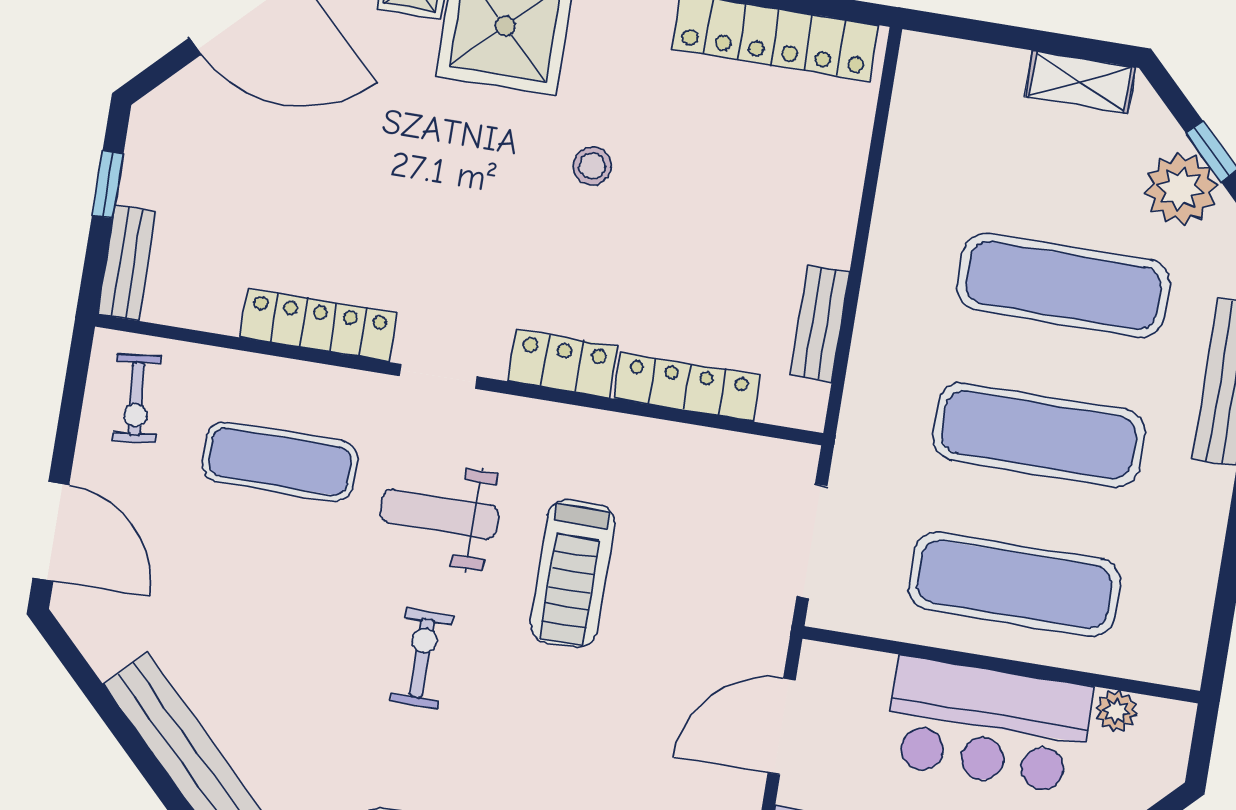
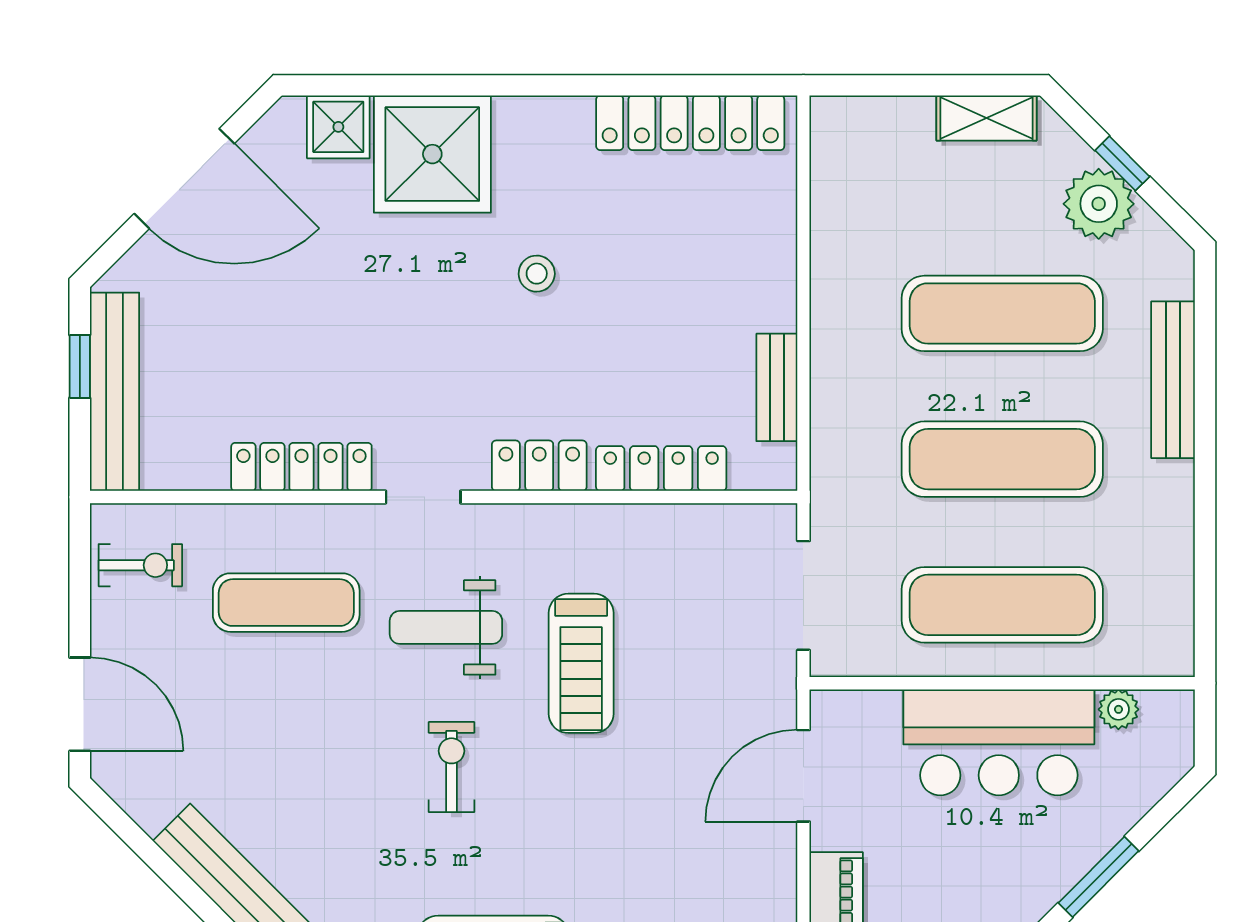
bench: (127, 263) -> (115, 392), width x1.86, depth x1.21
exercise bike: (136, 399) -> (140, 565), turned -84

